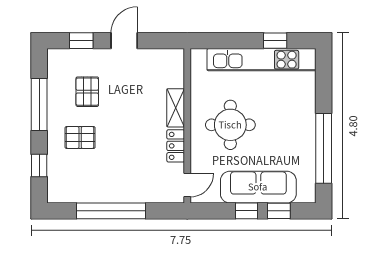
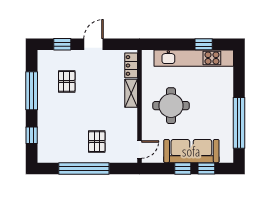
pallet: (80, 137) -> (97, 142), moved, turned 90
locker: (176, 146) -> (131, 65), moved

